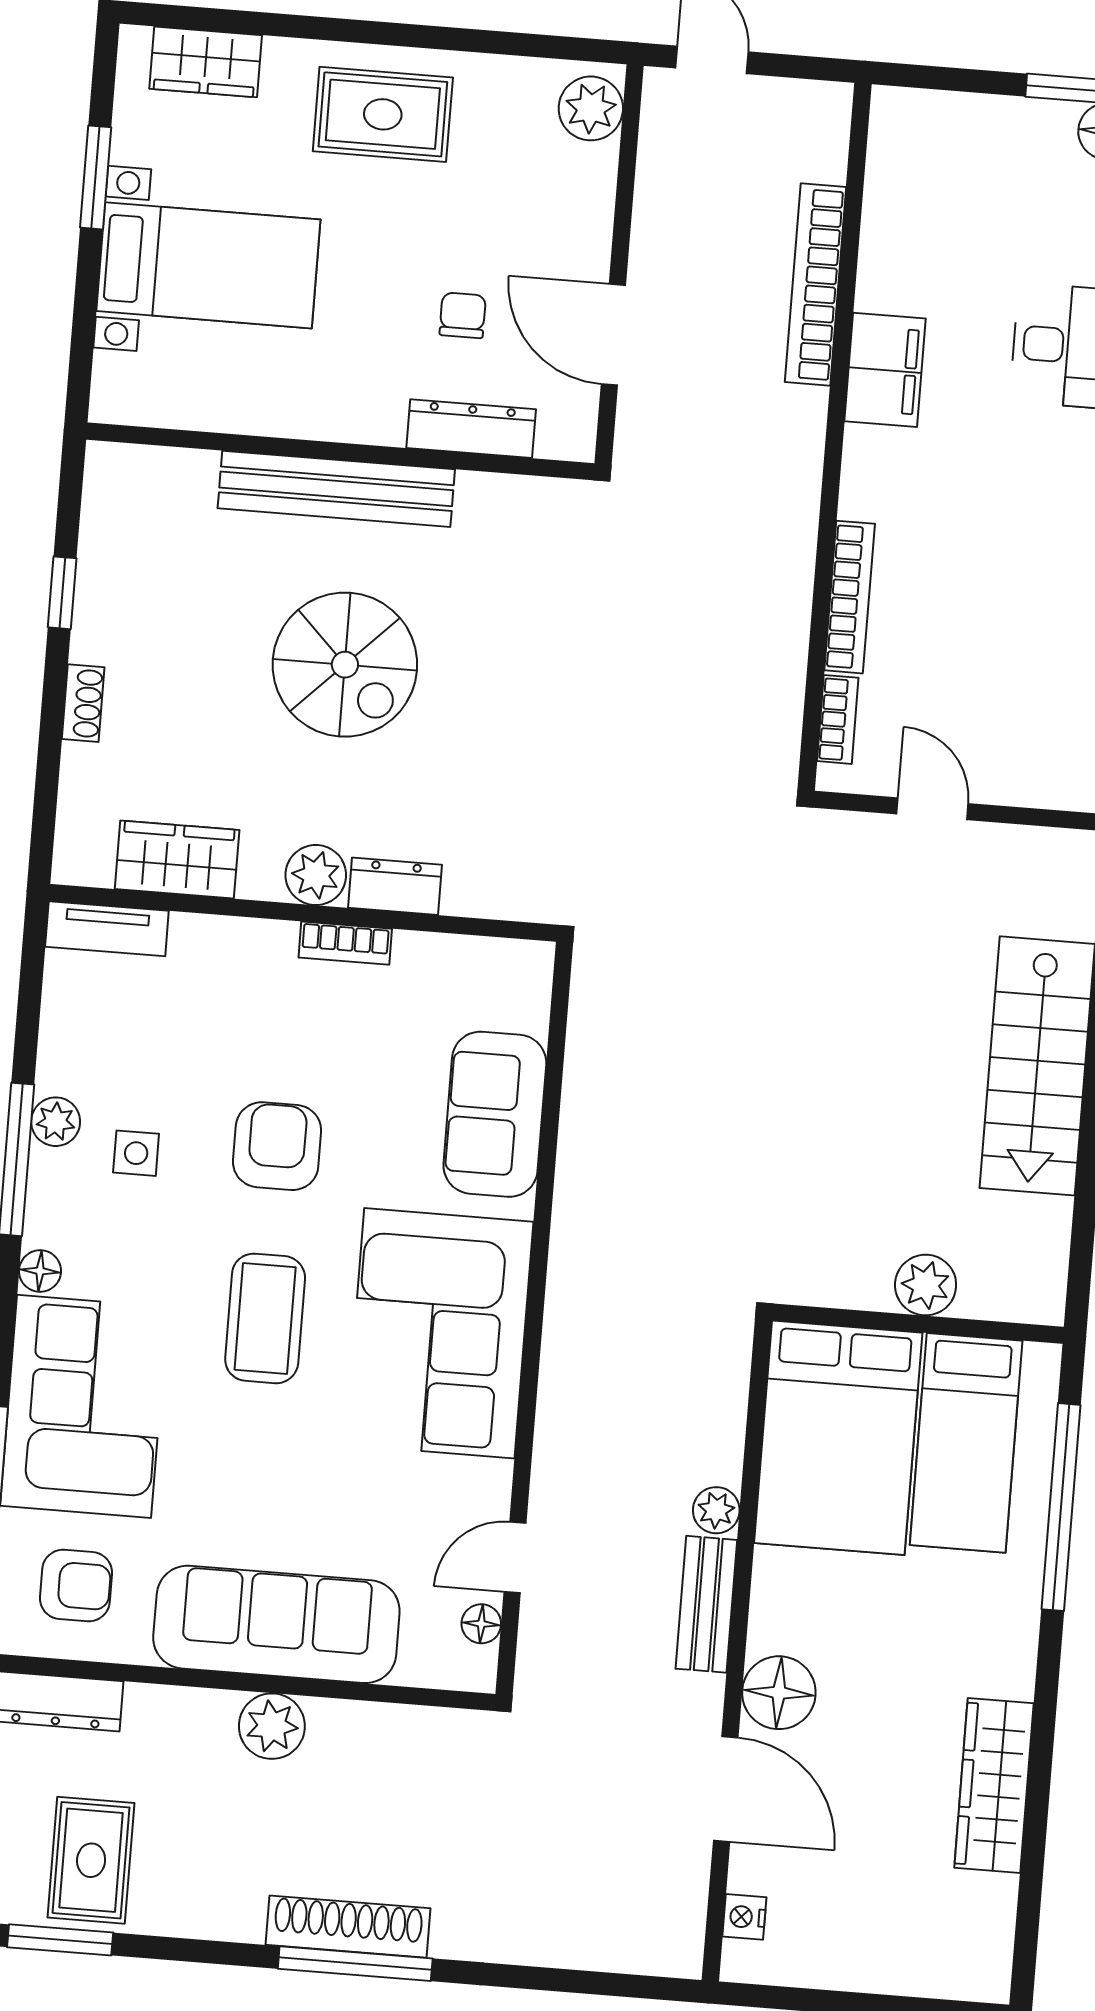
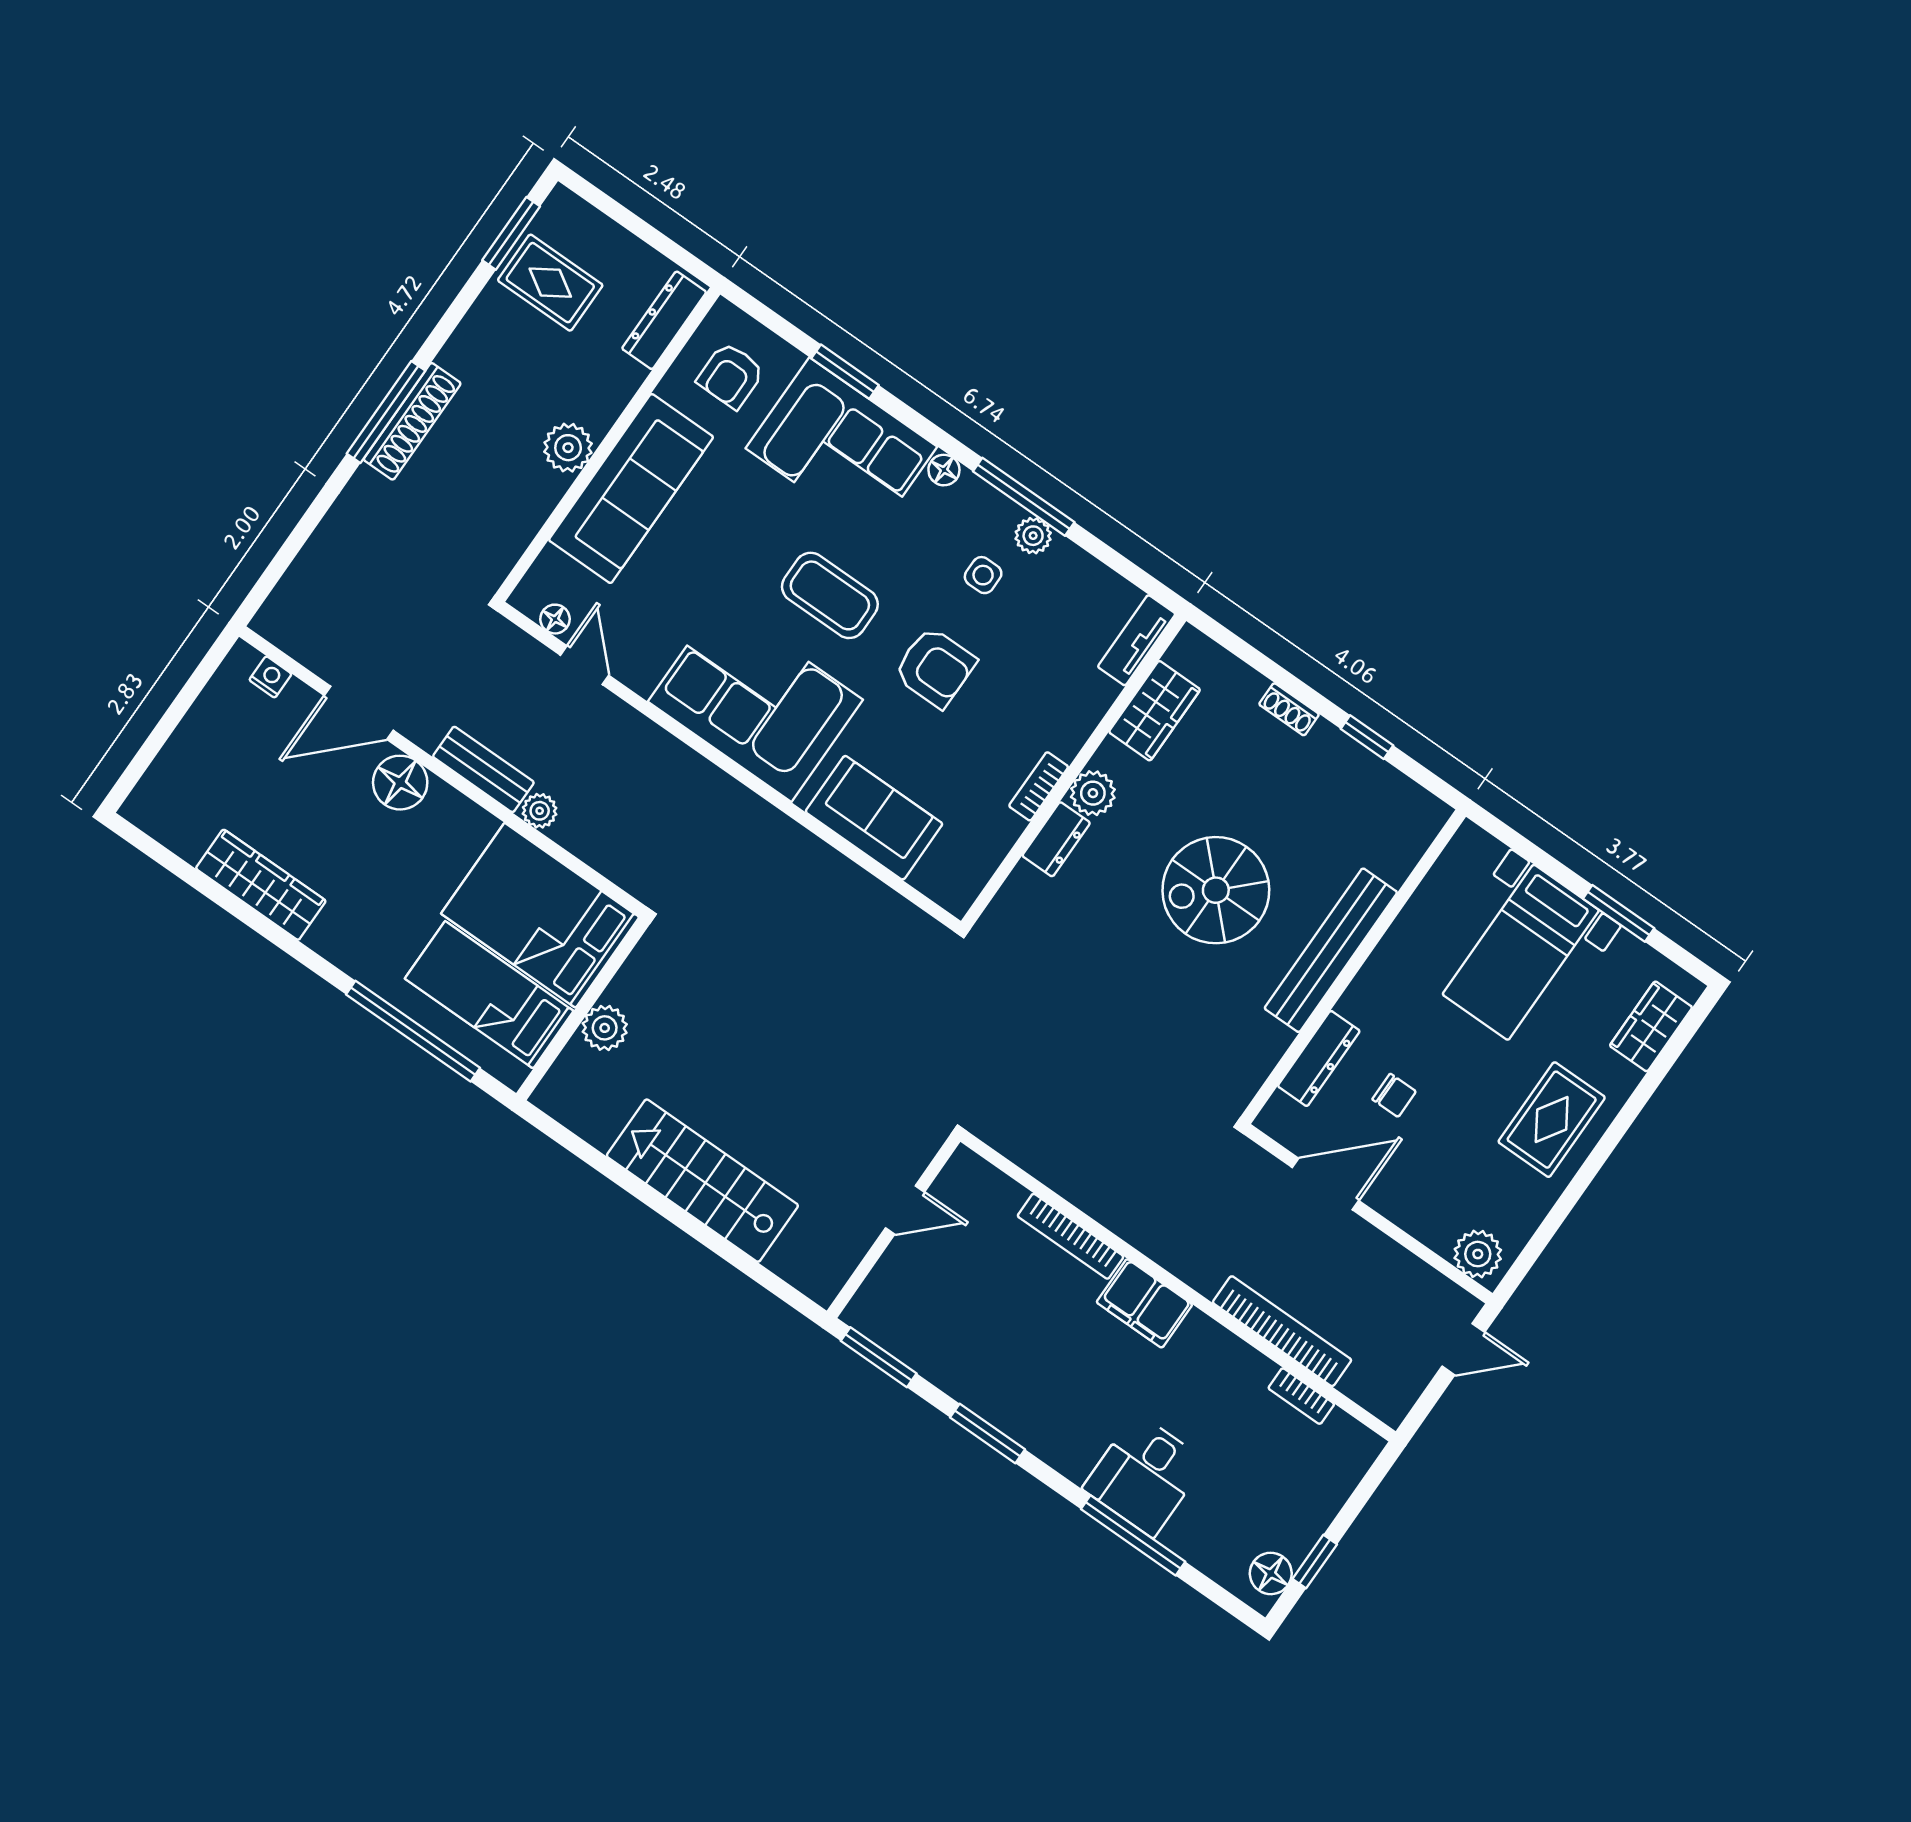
filing cabinet: (885, 370) -> (1144, 1303), moved
bookcase: (838, 719) -> (1301, 1396), moved

